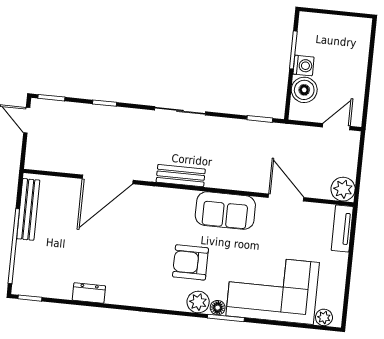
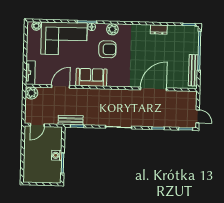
boiler: (304, 90) -> (55, 143), removed
bench: (181, 176) -> (71, 120), moved
door: (286, 198) -> (61, 86), swing flipped
plant: (198, 302) -> (112, 29), moved

